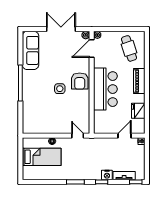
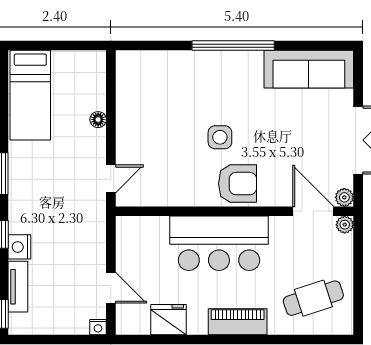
armchair: (80, 81) -> (238, 184), turned 180
bed: (42, 157) -> (30, 95), moved

